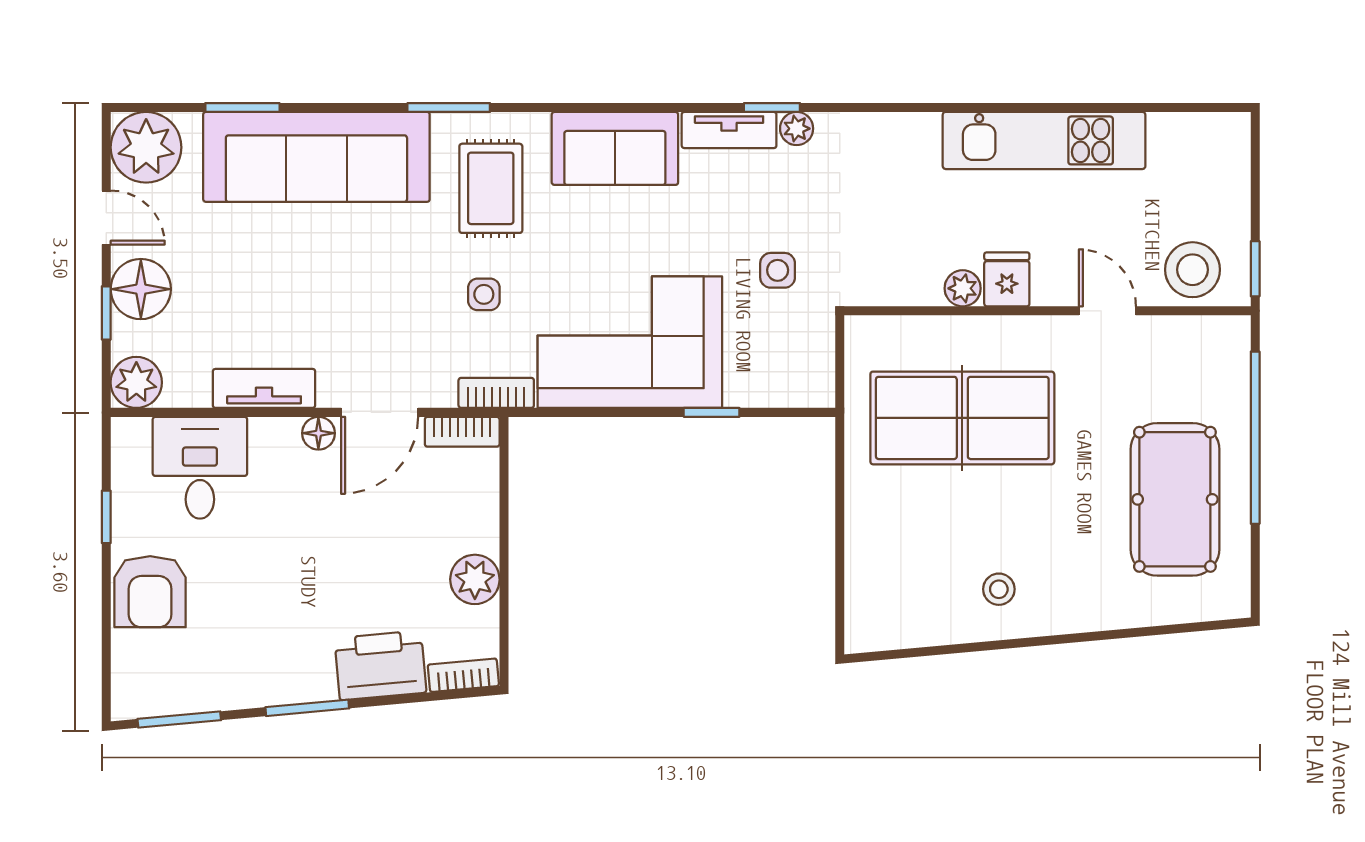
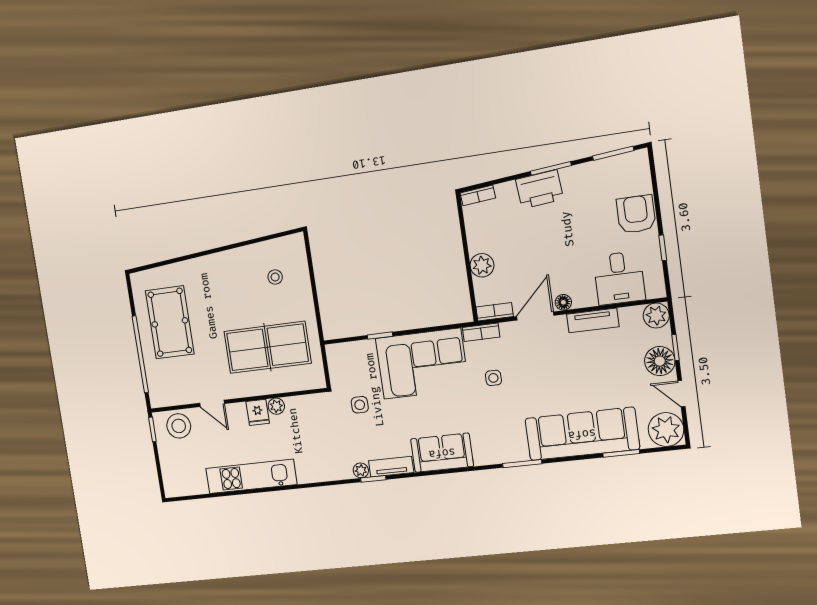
rug: (491, 188) -> (497, 428), removed
plant: (475, 579) -> (482, 265), moved
stool: (999, 589) -> (275, 277), moved
printer: (380, 665) -> (539, 189), moved

